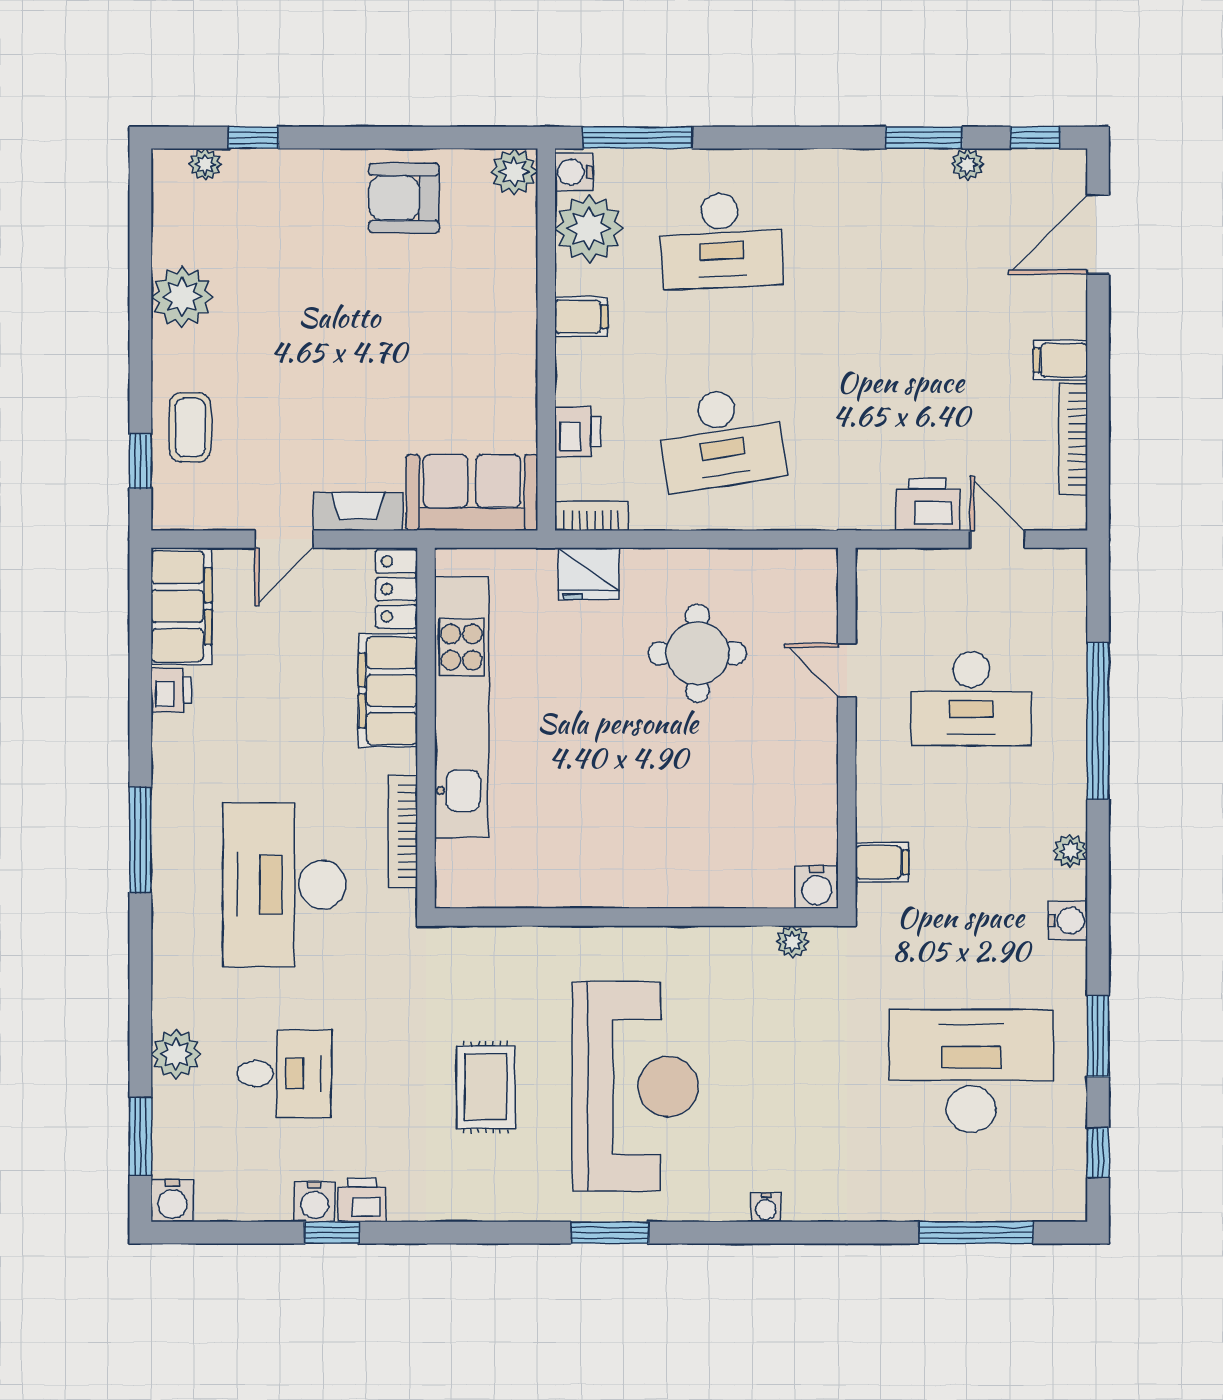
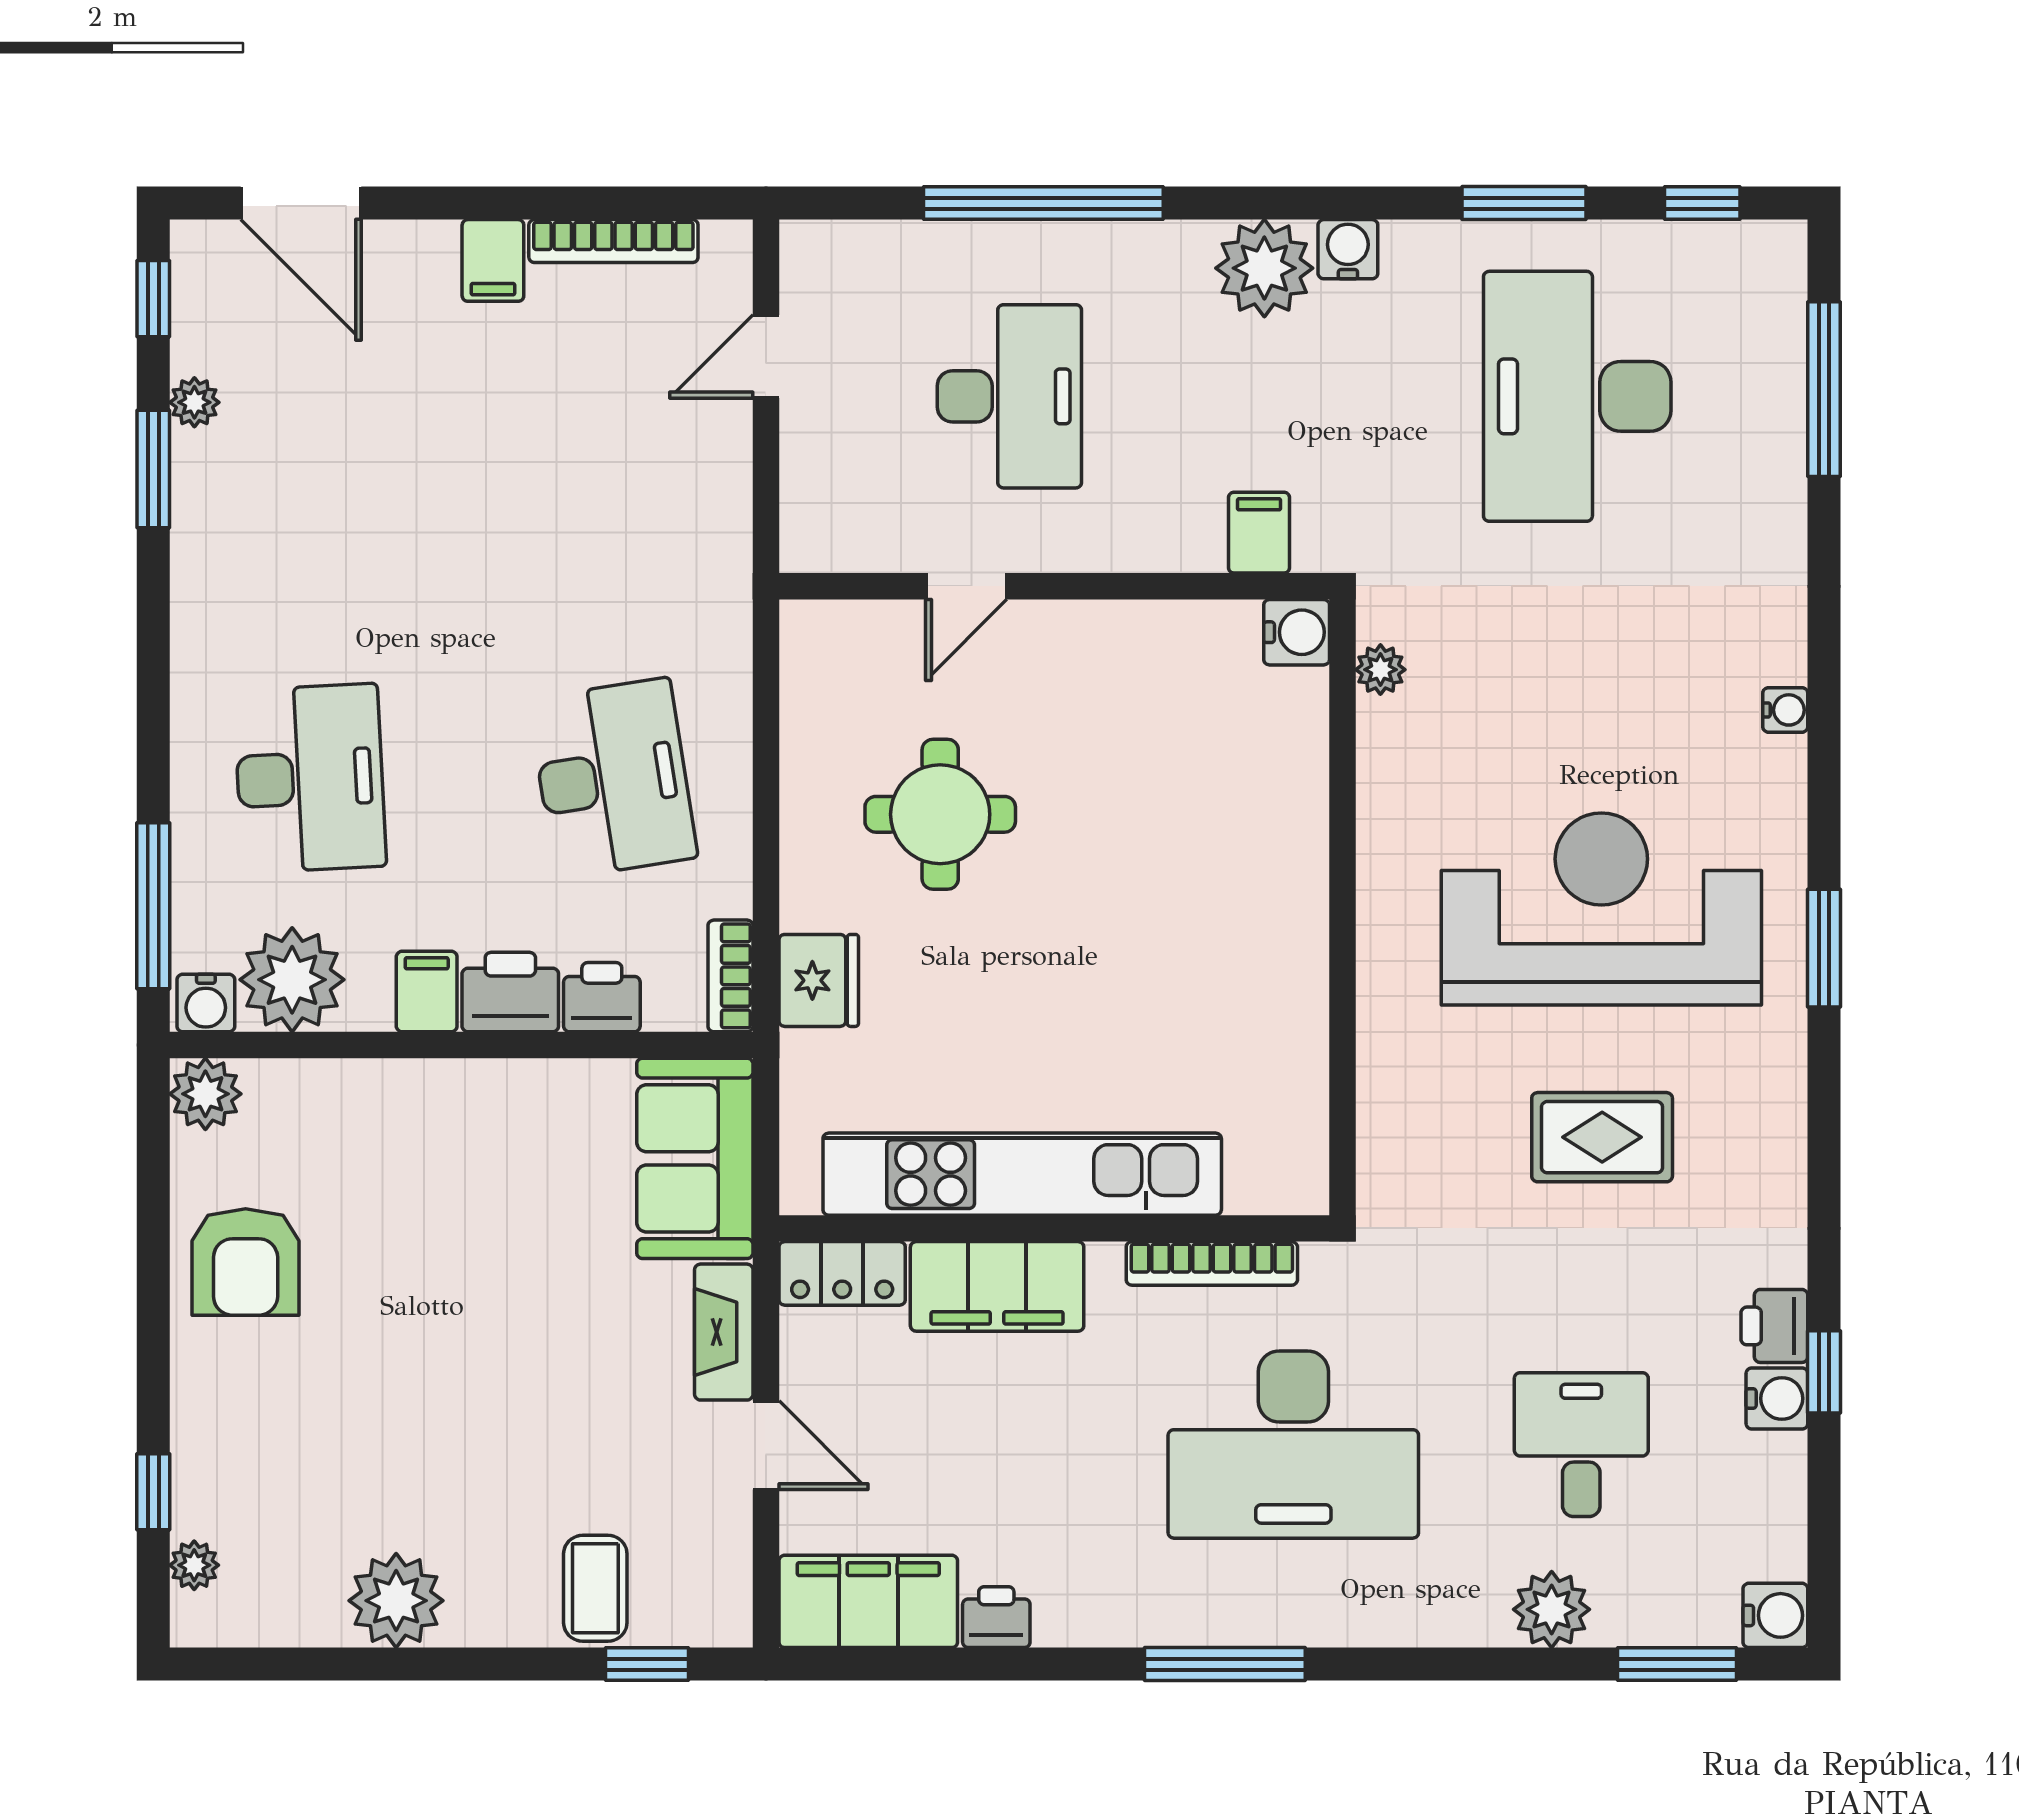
coffee table: (190, 427) -> (595, 1588), turned 90
printer: (928, 504) -> (510, 992), moved, turned 90
plant: (1070, 851) -> (1264, 268), width x1.88, depth x1.88

